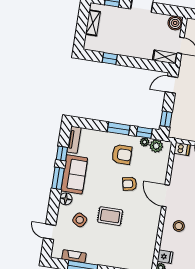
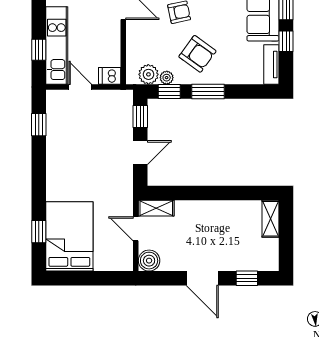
shelving: (93, 23) -> (271, 219), moved
window: (110, 58) -> (237, 193), removed
door: (171, 85) -> (140, 153), moved
armchair: (122, 154) -> (197, 54), turned -144

